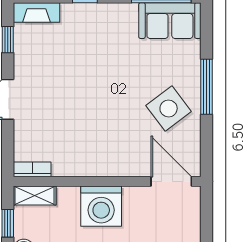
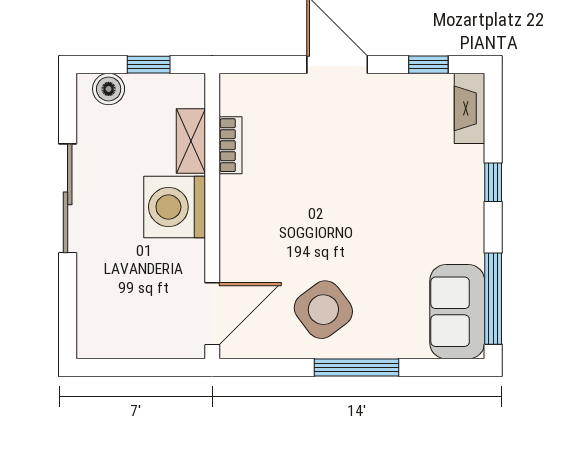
bookcase: (32, 169) -> (231, 145), moved
shelving: (35, 195) -> (191, 141), moved

